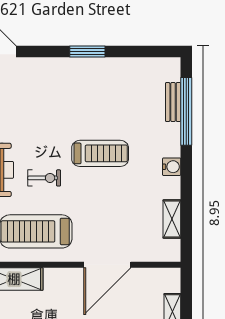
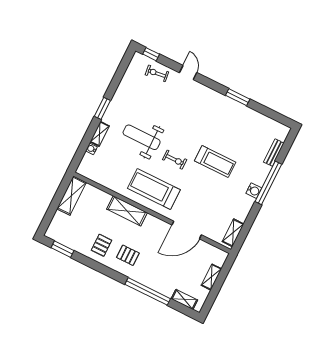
window: (186, 111) -> (268, 183), moved
shelving: (172, 219) -> (233, 233), moved

